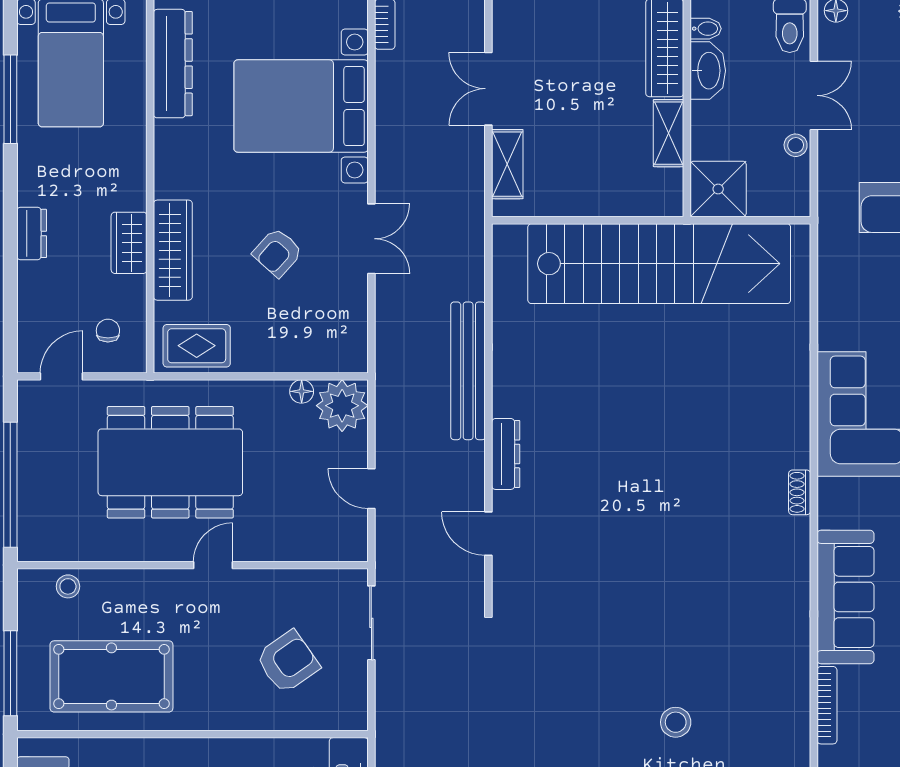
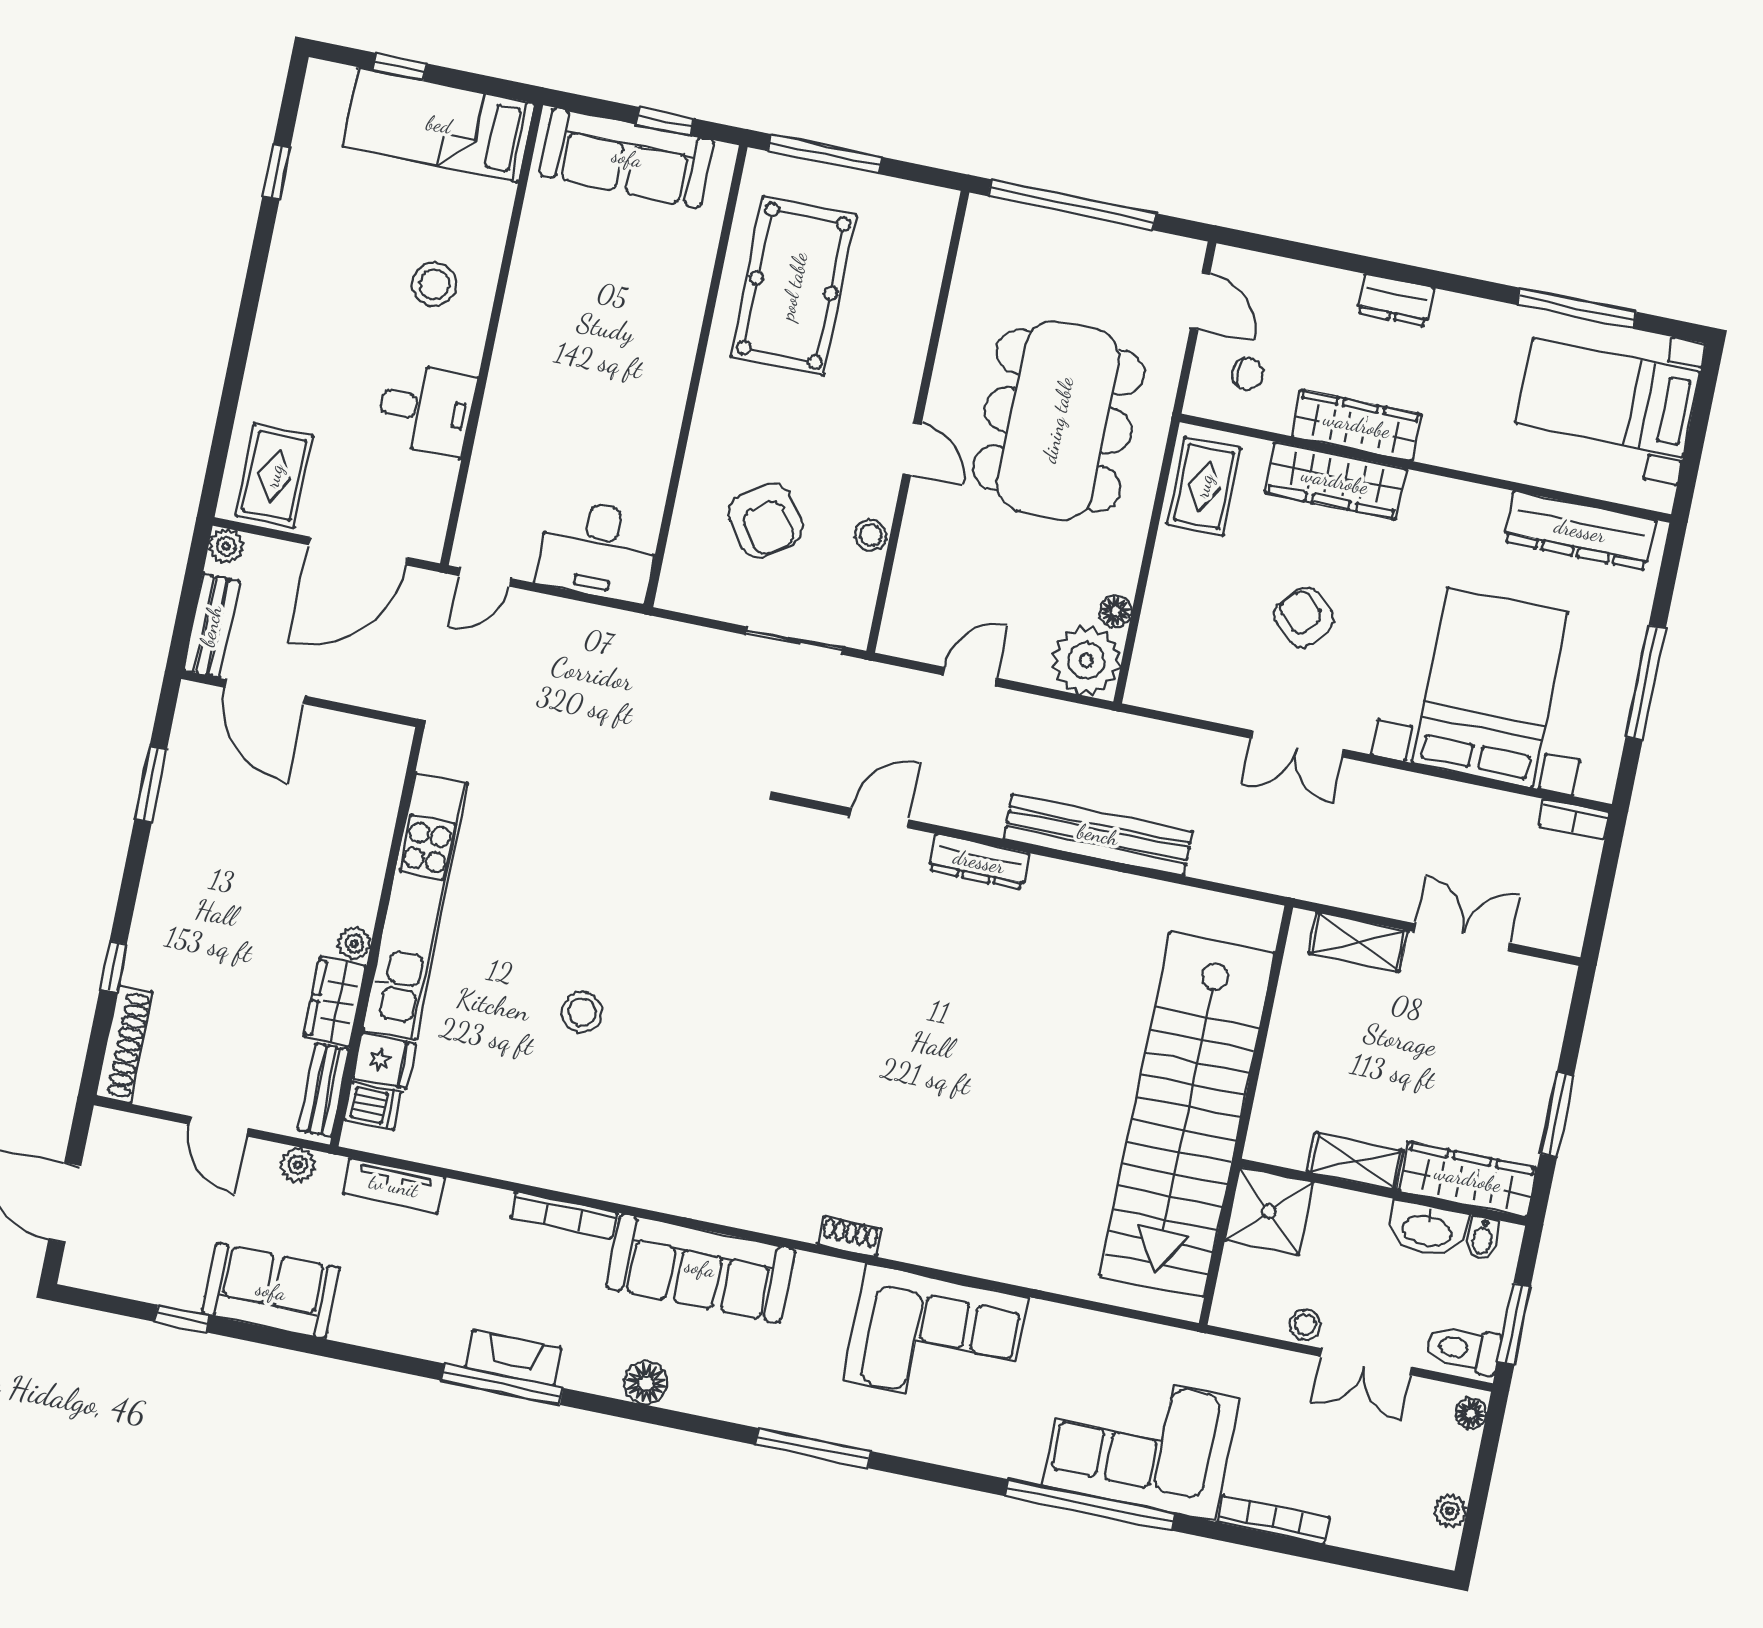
wardrobe: (129, 243) -> (1357, 425), width x1.50
stool: (68, 586) -> (871, 535), moved

